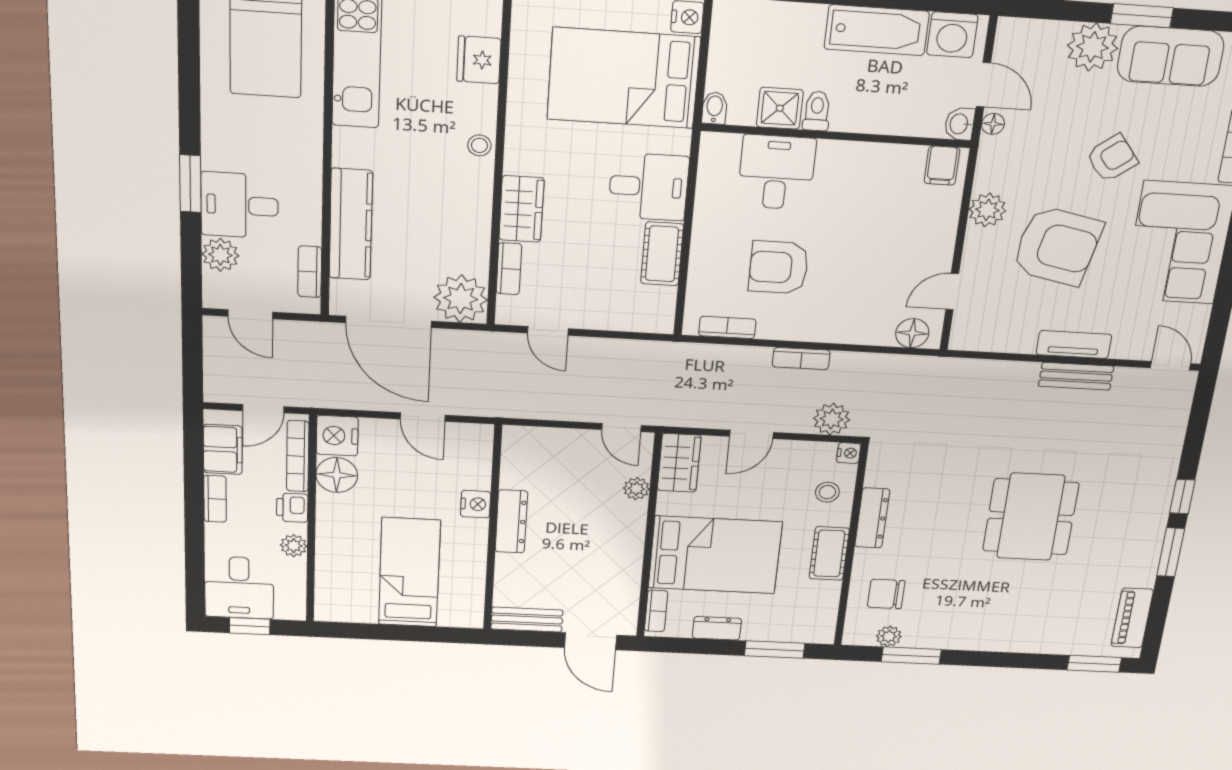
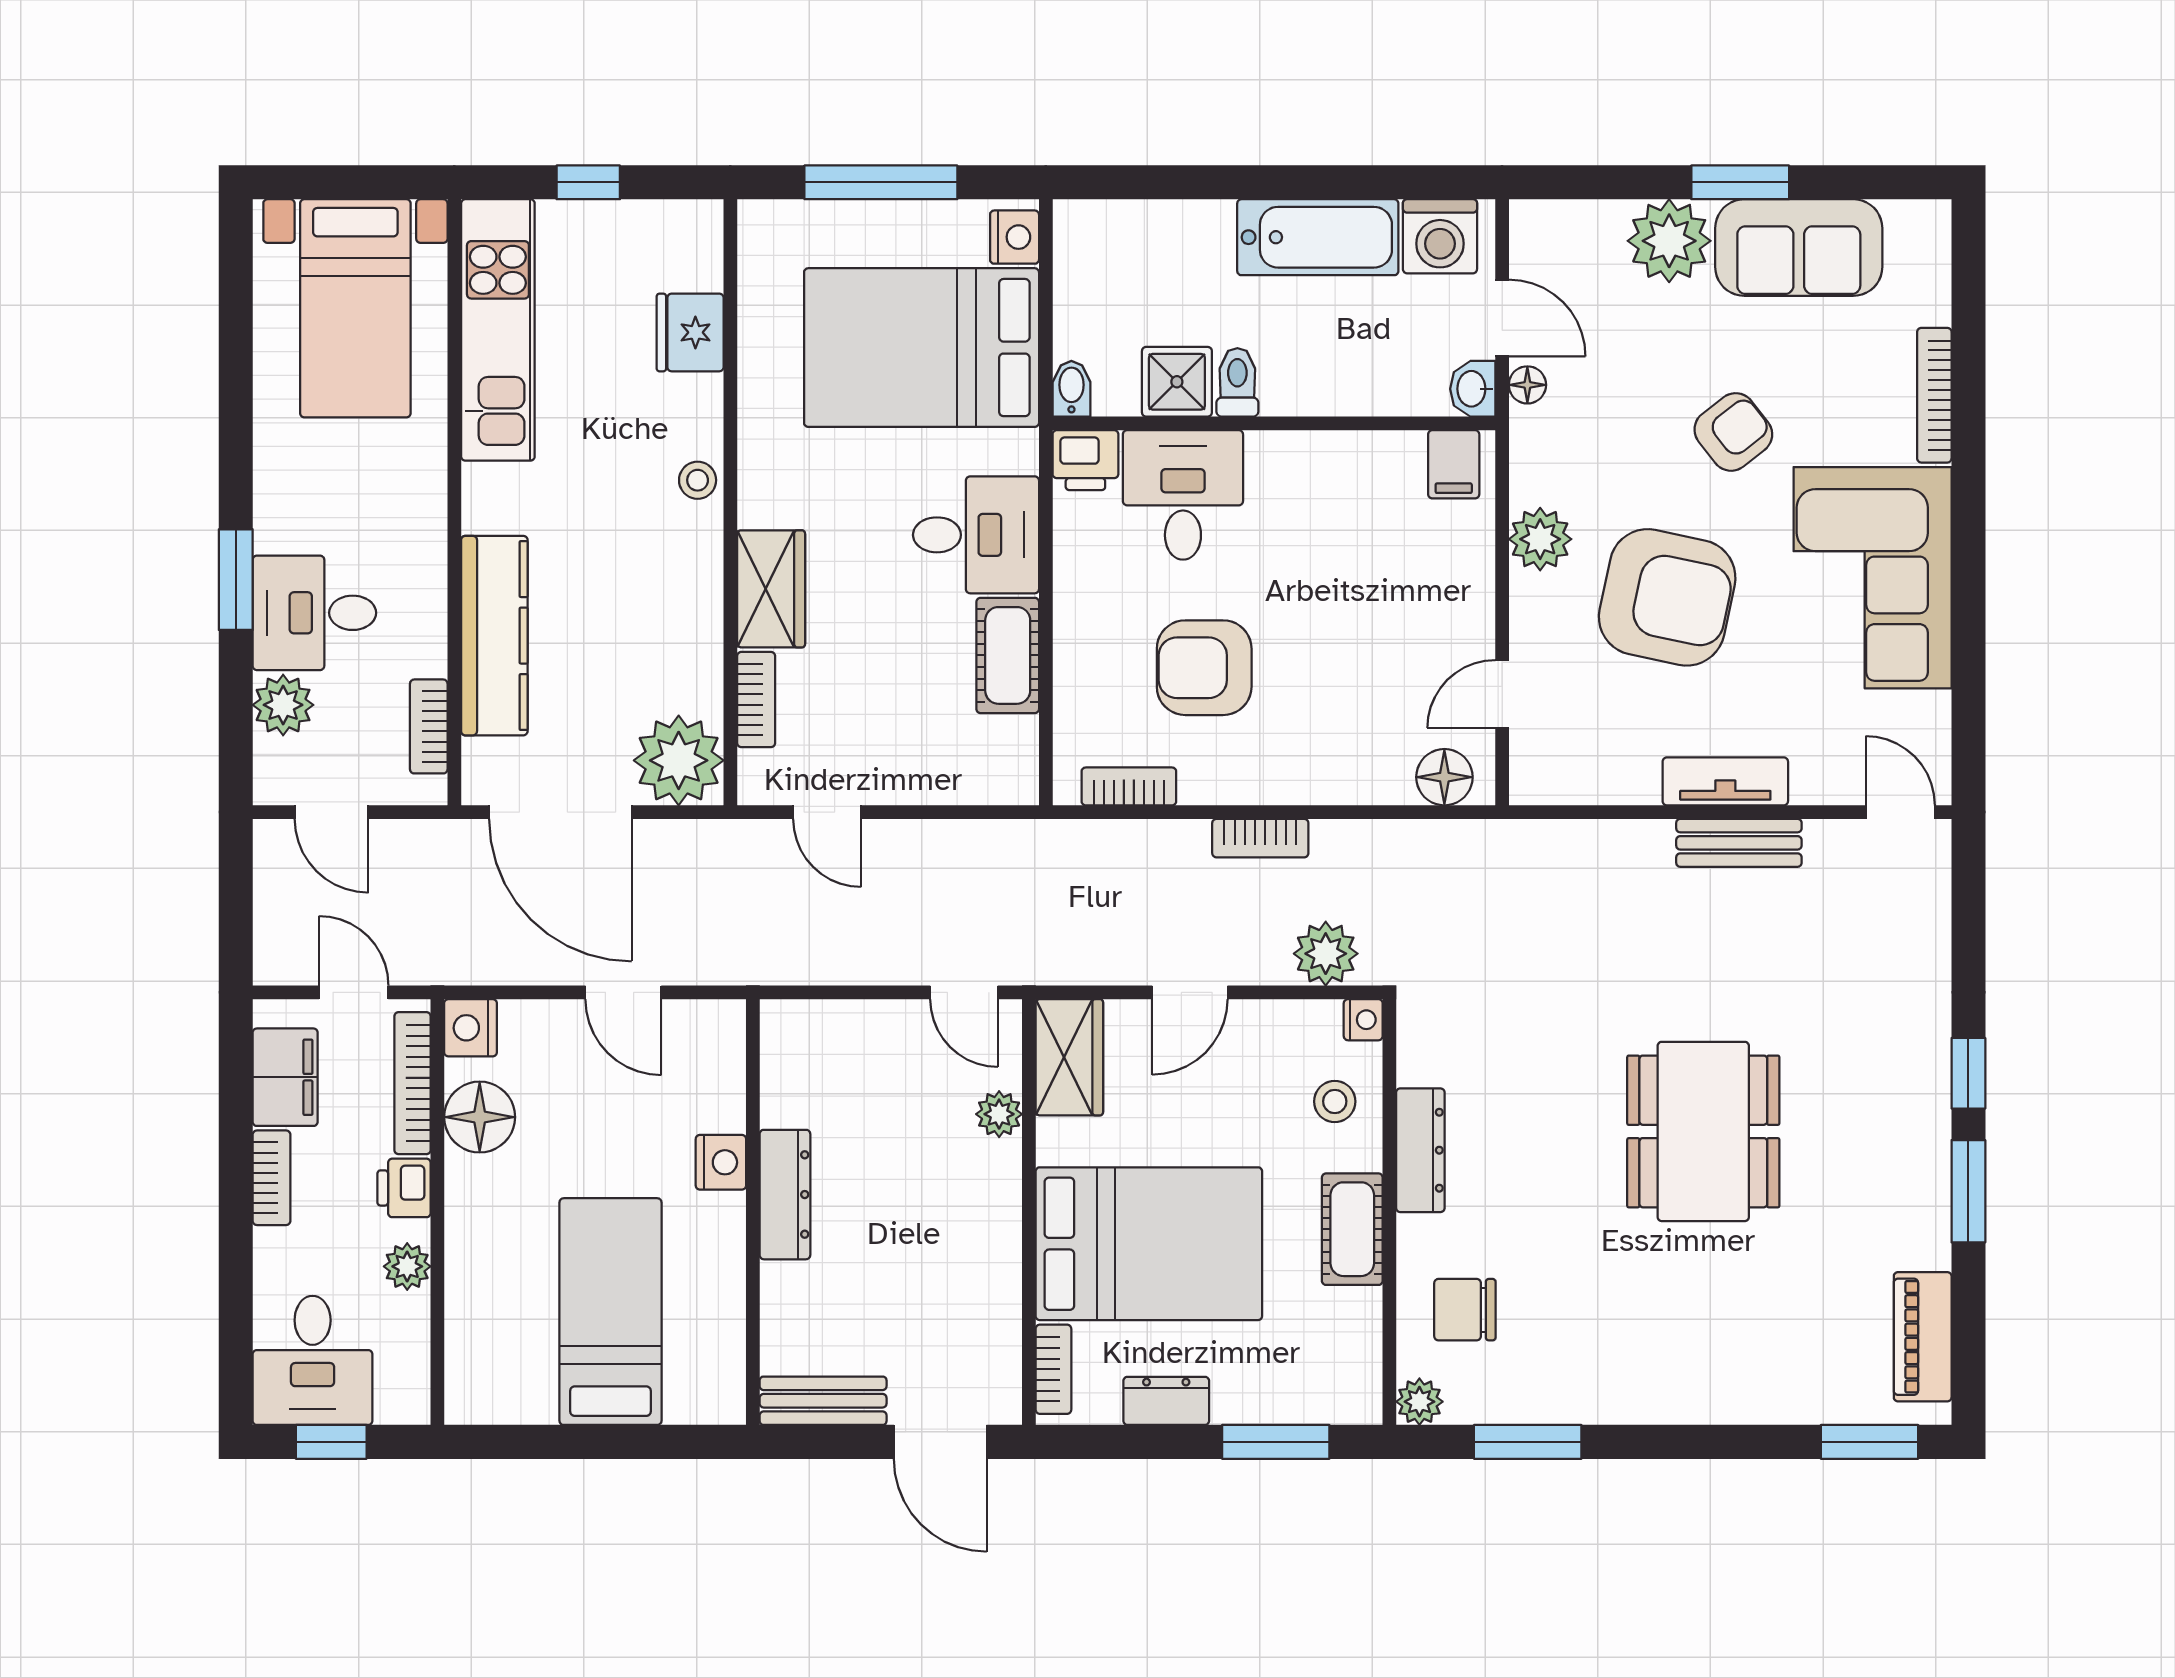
printer: (719, 149) -> (1085, 460), added
door: (263, 409) -> (354, 992), swing flipped
nightstand: (337, 436) -> (471, 1028), width x0.74, depth x0.75
plant: (889, 636) -> (1419, 1402), moved

